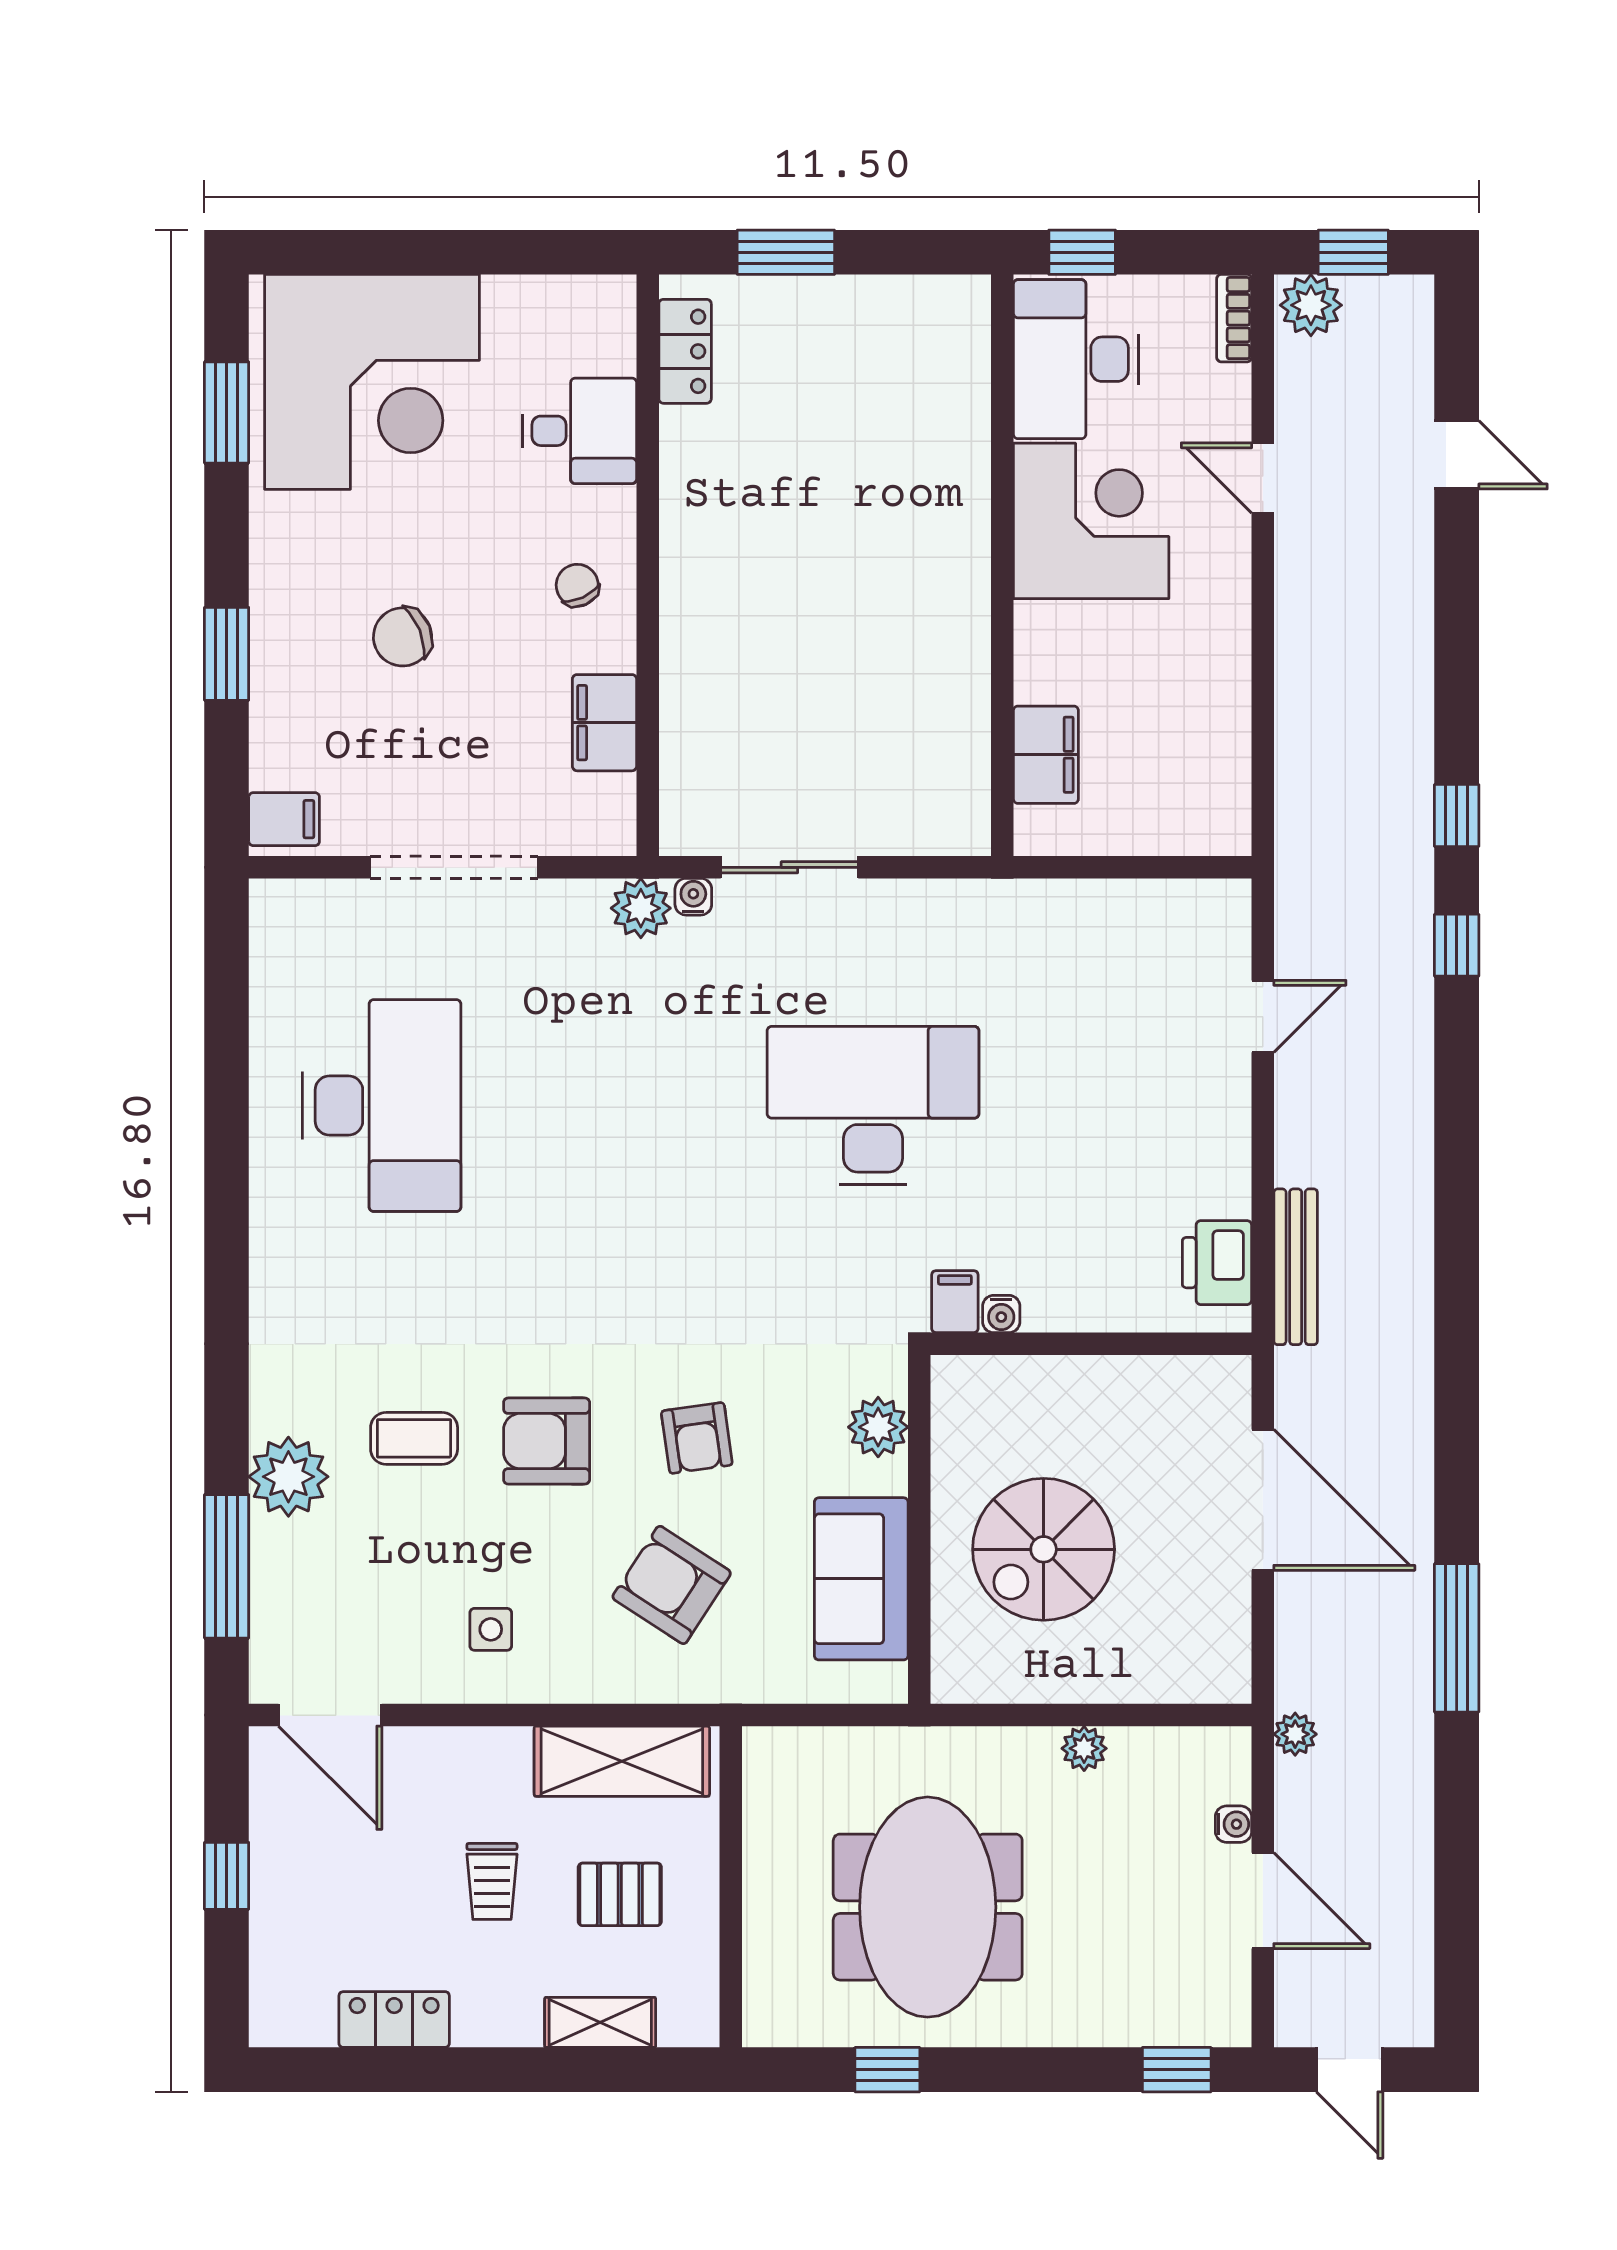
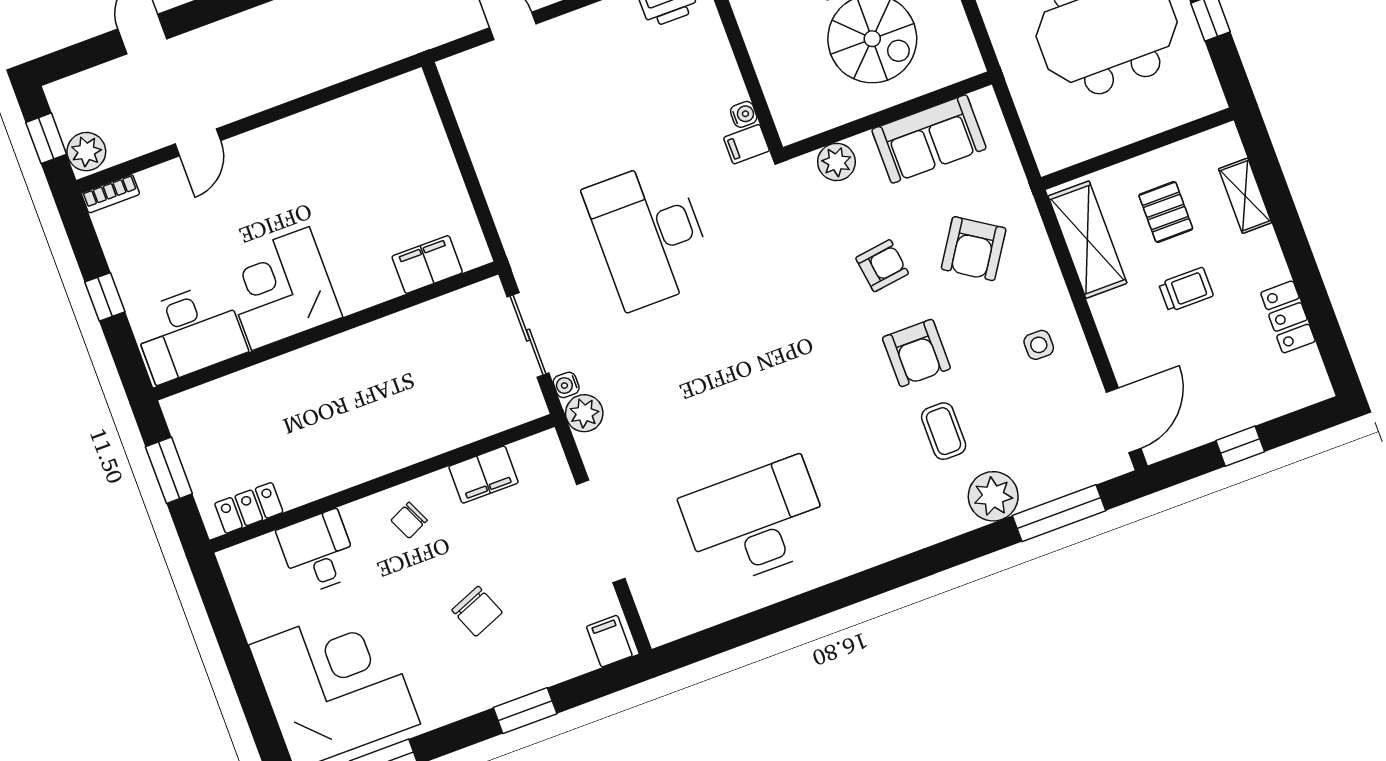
desk: (1076, 359) -> (189, 333), moved
corner desk: (1091, 521) -> (281, 289), moved
wall: (1002, 565) -> (326, 331), moved
filing cabinet: (1046, 755) -> (427, 264), moved

